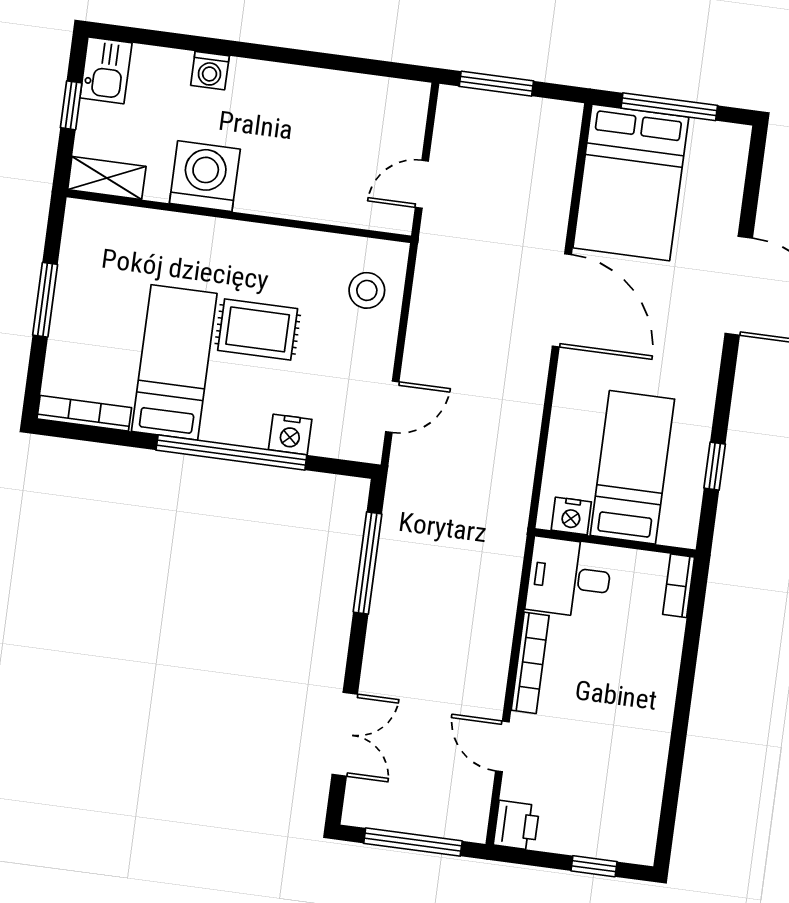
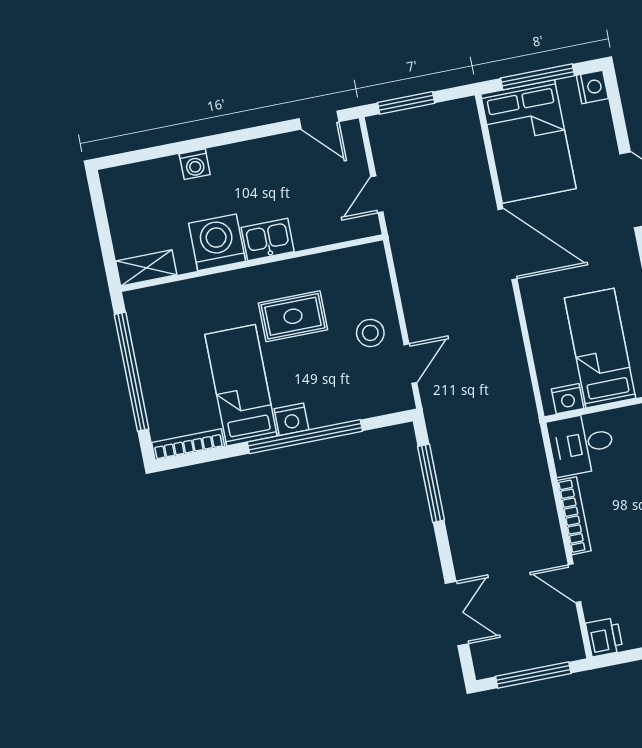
door: (382, 68) -> (319, 120), added
kitchen sink: (106, 70) -> (268, 240), moved, turned -90
window: (71, 105) -> (102, 224), removed
nightstand: (732, 142) -> (592, 87), added
stool: (367, 290) -> (370, 333), moved
window: (45, 300) -> (132, 372), width x2.11
rug: (258, 329) -> (293, 316), moved
nightstand: (290, 434) -> (291, 419), moved

